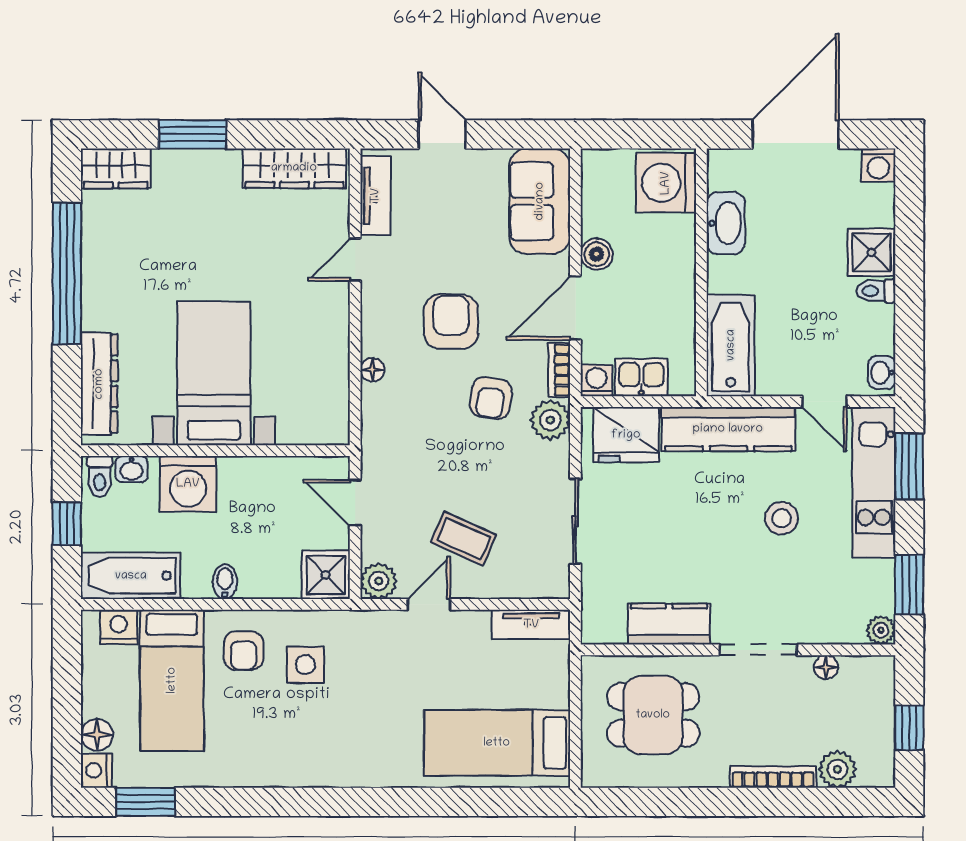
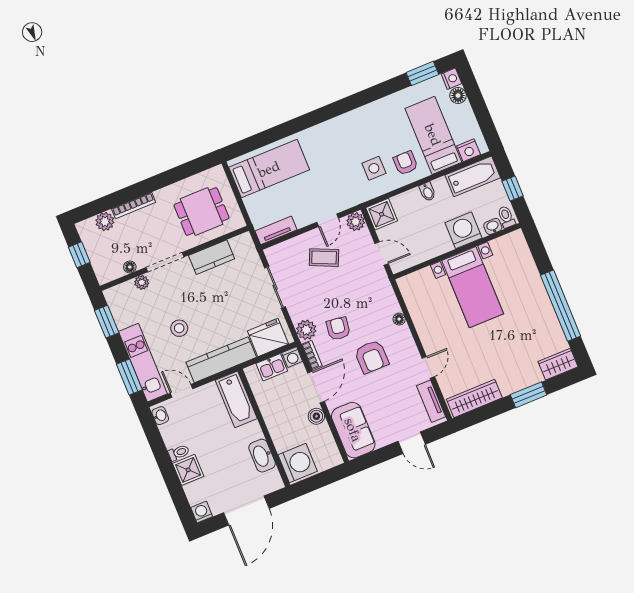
dresser: (99, 384) -> (524, 260), removed
plant: (881, 630) -> (142, 282), moved

